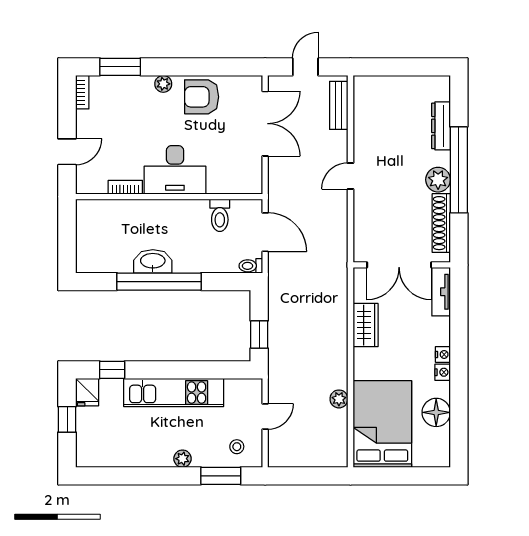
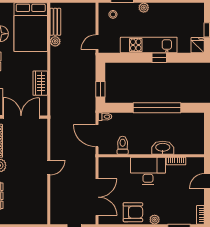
bench: (339, 105) -> (55, 22), moved
double door: (265, 124) -> (97, 197), swing flipped
washbasin: (153, 261) -> (163, 148), moved, turned 180
window: (259, 334) -> (100, 89), moved
window: (112, 370) -> (159, 58), moved
door: (265, 416) -> (97, 42), moved

